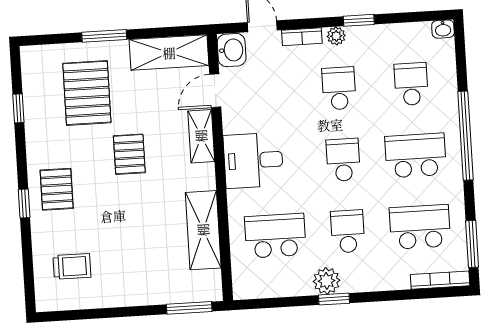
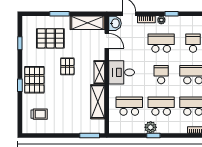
school desk: (339, 88) -> (161, 43), width x1.85
door: (215, 91) -> (107, 41), swing flipped
pallet: (87, 93) -> (50, 38), turned 90
shelving: (201, 136) -> (99, 72), moved
pallet: (57, 189) -> (34, 80), width x1.50, depth x1.42
school desk: (348, 231) -> (161, 106), width x1.85

